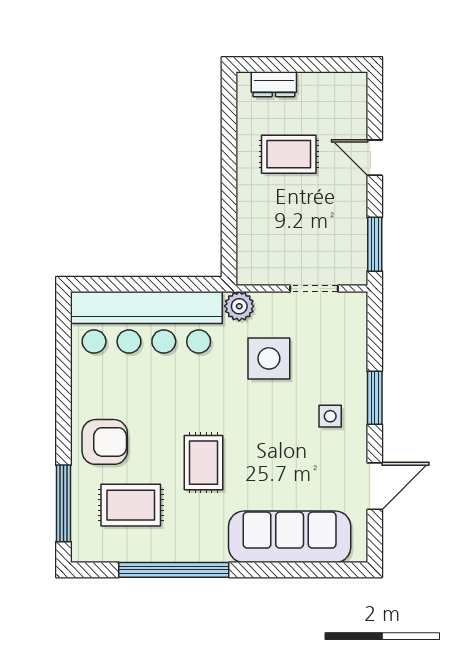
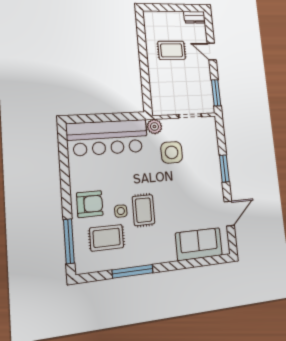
dresser: (274, 84) -> (194, 17), moved
side table: (330, 416) -> (121, 211), moved
sofa: (290, 537) -> (199, 244), width x0.73
window: (174, 570) -> (133, 271), width x0.68

